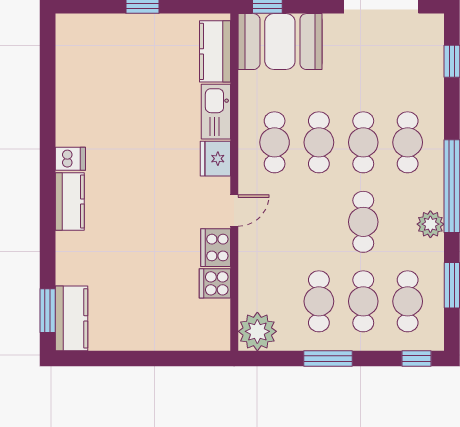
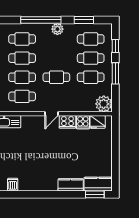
dishwasher: (70, 159) -> (13, 185), moved
fridge: (215, 159) -> (98, 122), moved
kitchen counter: (70, 201) -> (71, 185), moved
door: (234, 211) -> (51, 114), swing flipped
cafe table: (363, 222) -> (56, 77), moved
window: (416, 358) -> (115, 46), moved

